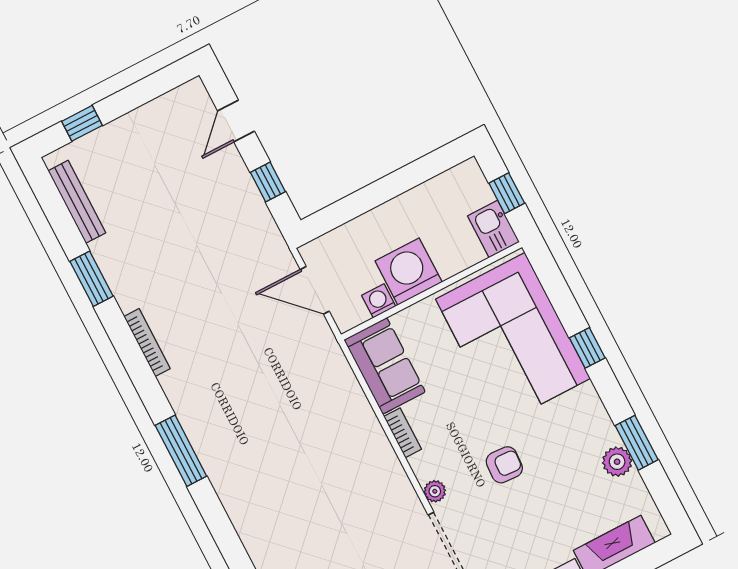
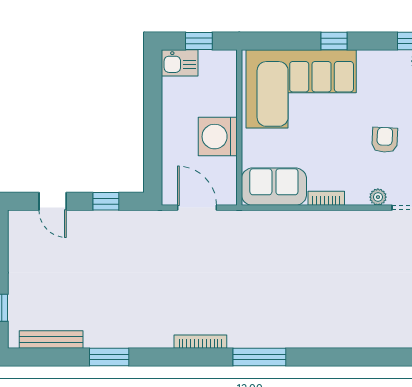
kitchen sink: (493, 229) -> (180, 63), moved
door: (315, 290) -> (197, 208), swing flipped
washing machine: (379, 301) -> (227, 168), removed
bookcase: (147, 343) -> (200, 342), moved

